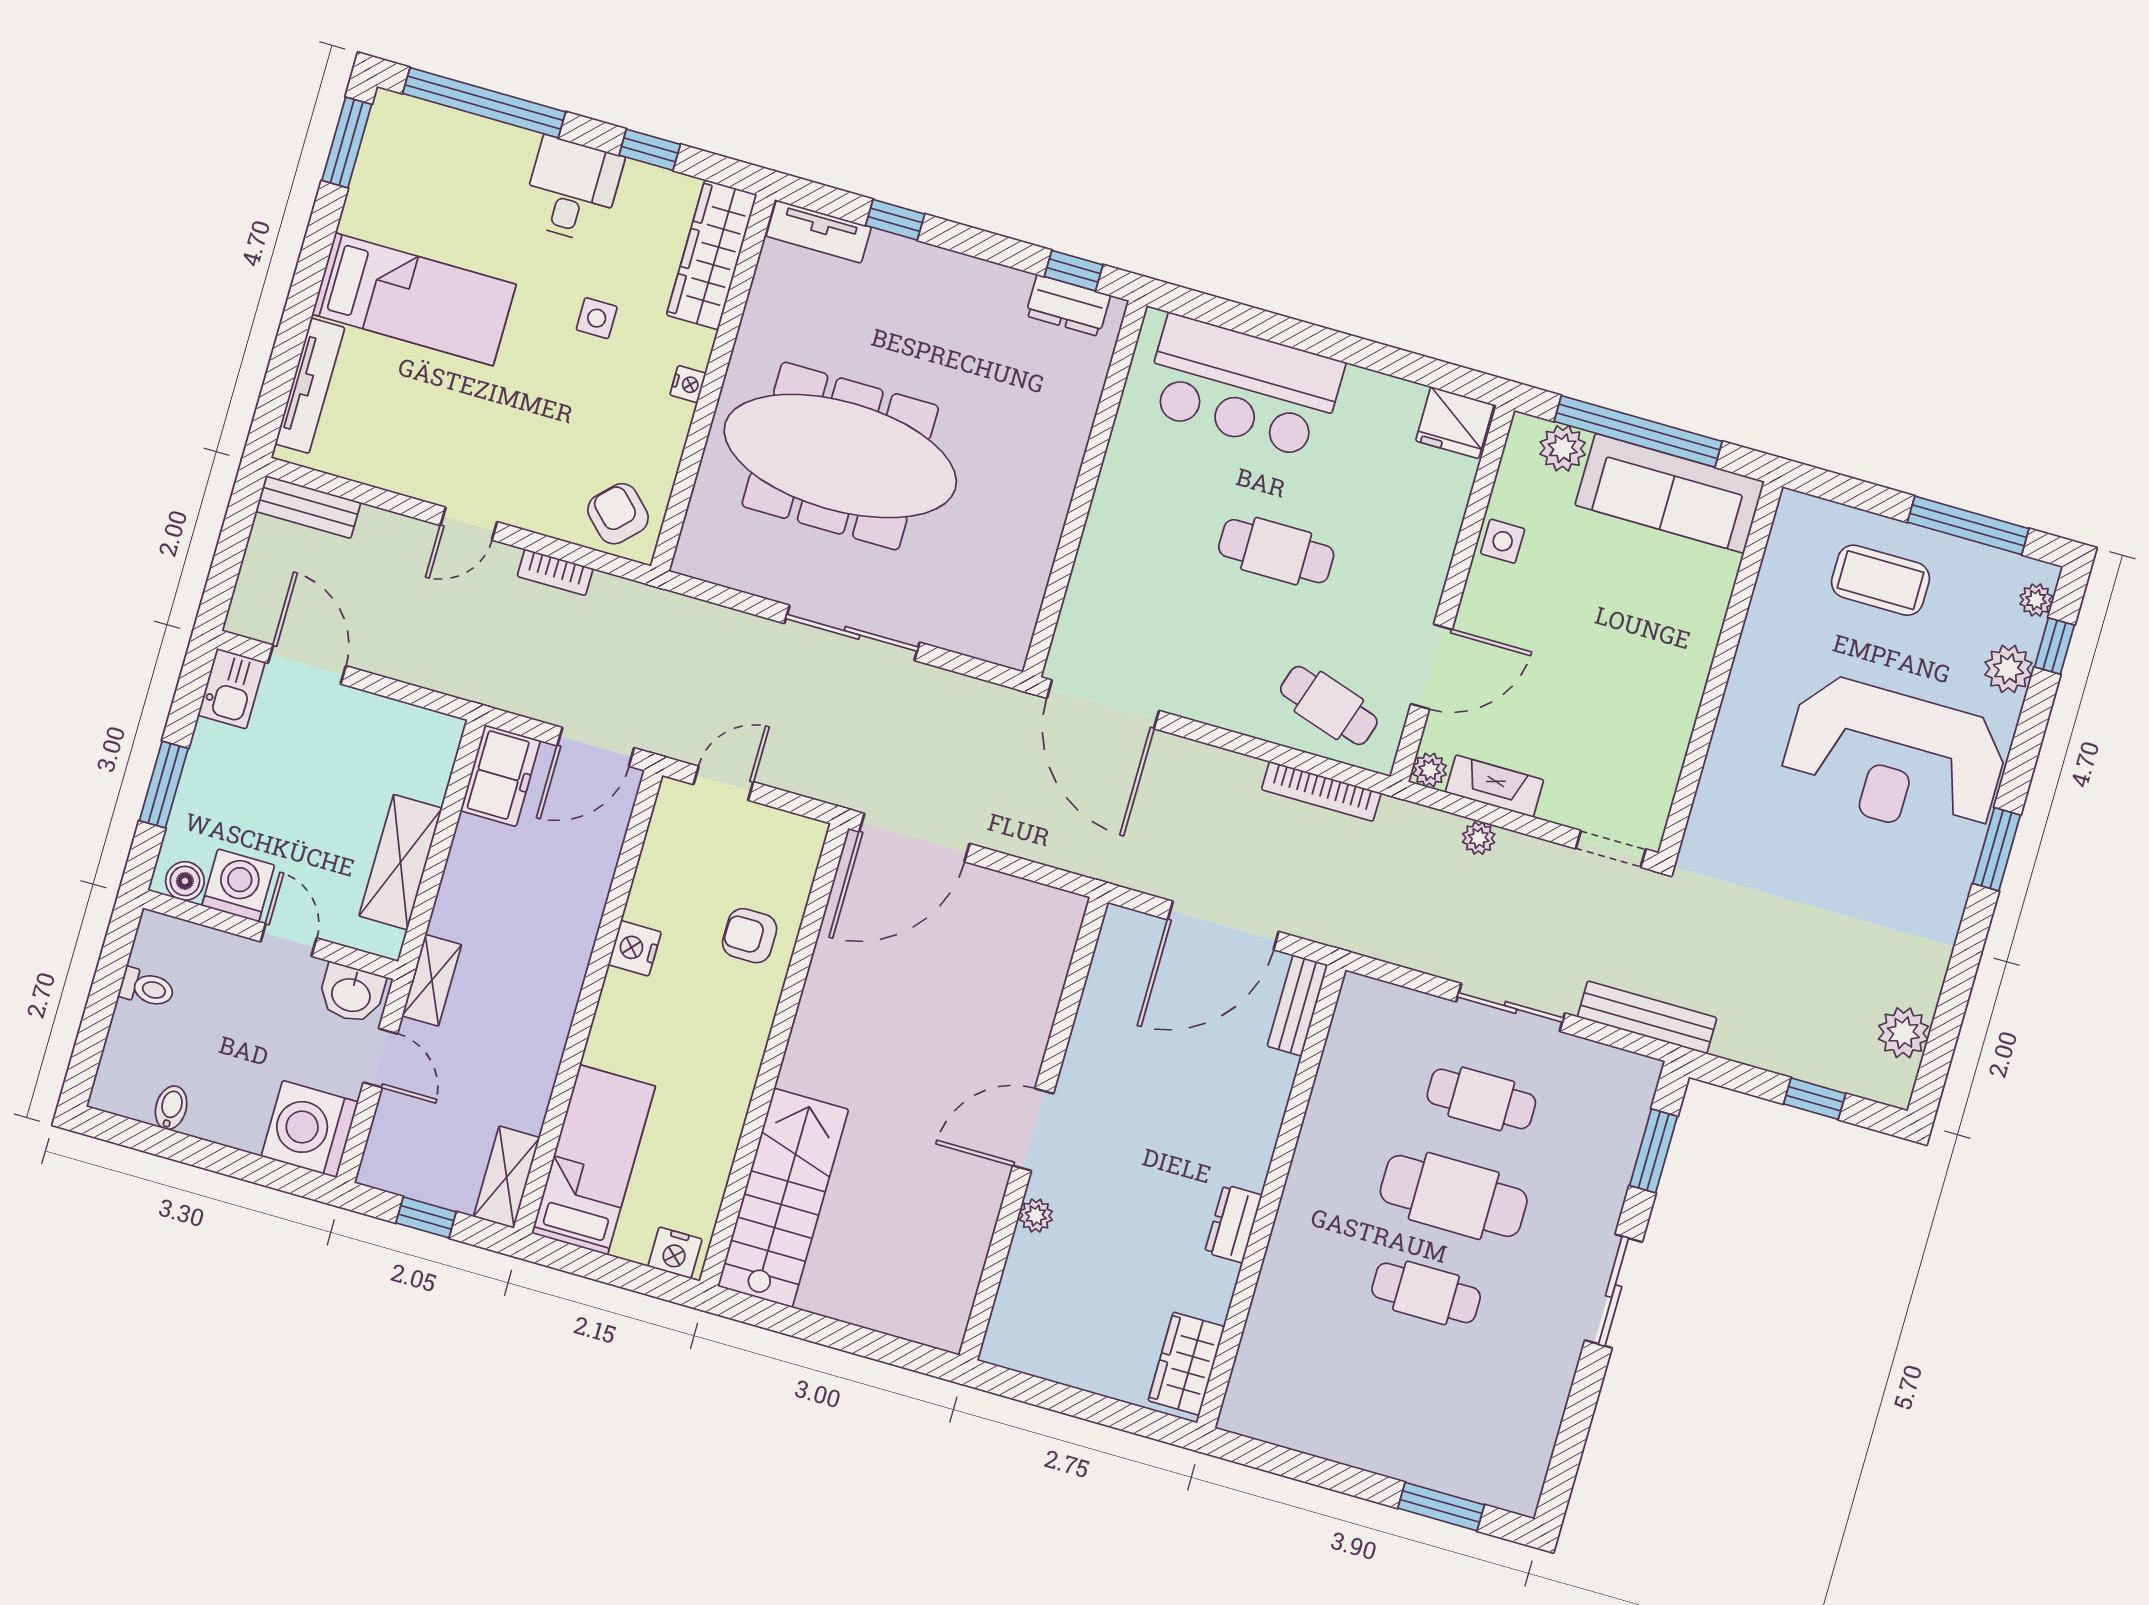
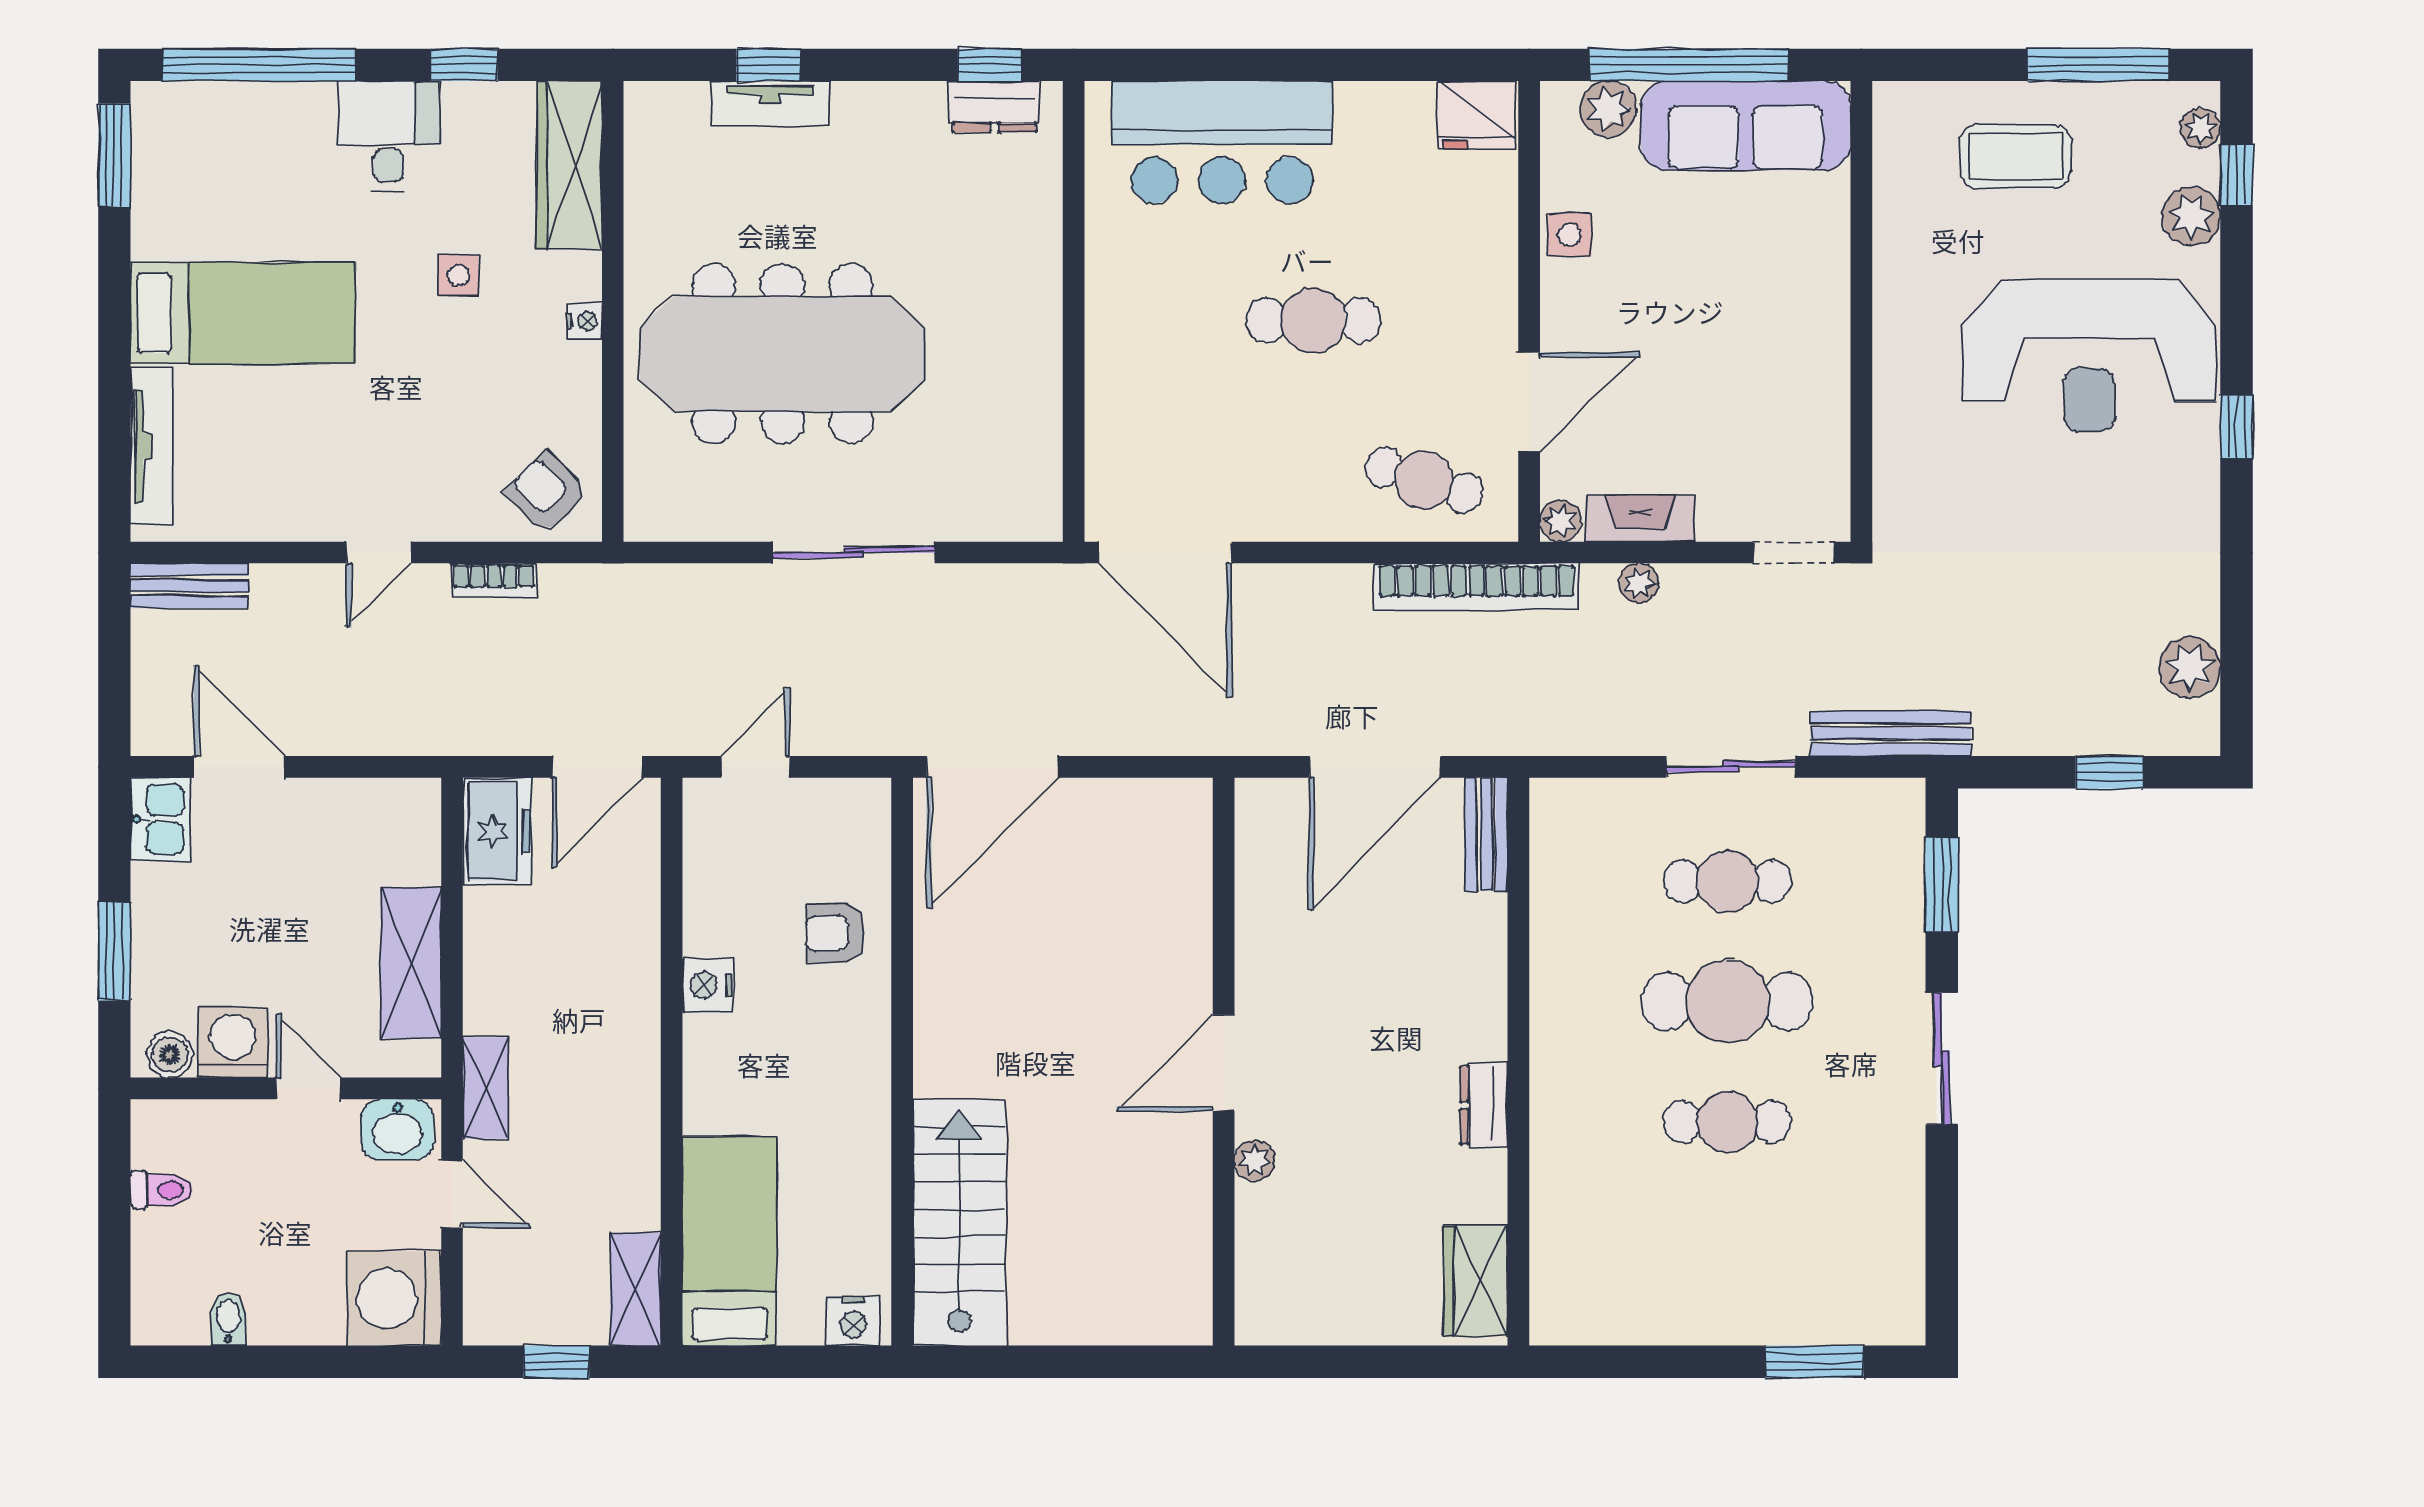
tv unit: (819, 232) -> (771, 103), moved
bookcase: (1321, 791) -> (1477, 586), width x1.48, depth x1.31
window: (1997, 849) -> (2237, 427), width x0.67

